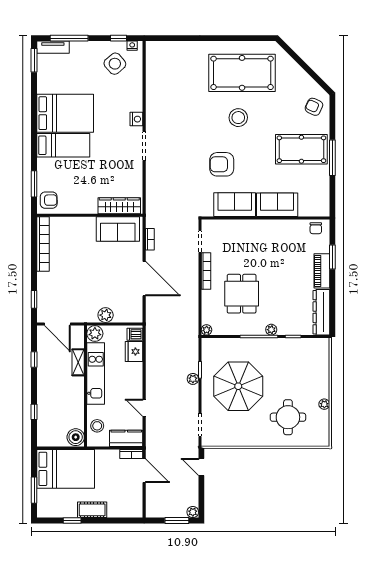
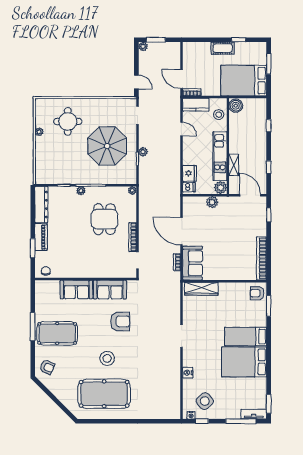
nightstand: (136, 119) -> (188, 373), moved
sofa: (118, 229) -> (192, 263), moved, turned 90

